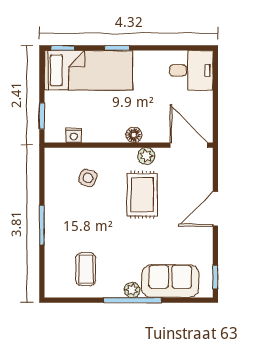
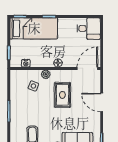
door: (189, 145) -> (87, 68), hinge flipped
plant: (146, 156) -> (46, 74), moved
door: (215, 209) -> (102, 102), hinge flipped

